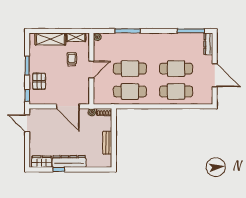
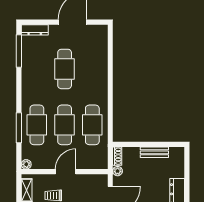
door: (91, 69) -> (66, 172), hinge flipped
cafe table: (176, 91) -> (37, 125), moved

